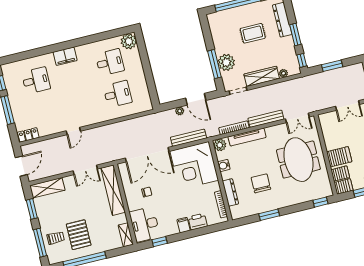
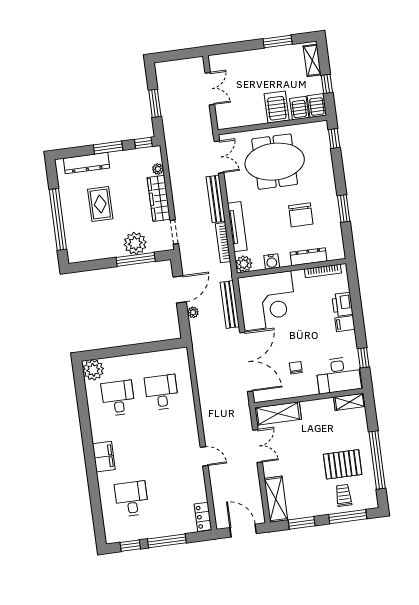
chair: (261, 183) -> (301, 215), turned -90
shelving: (113, 190) -> (278, 413), width x0.68

